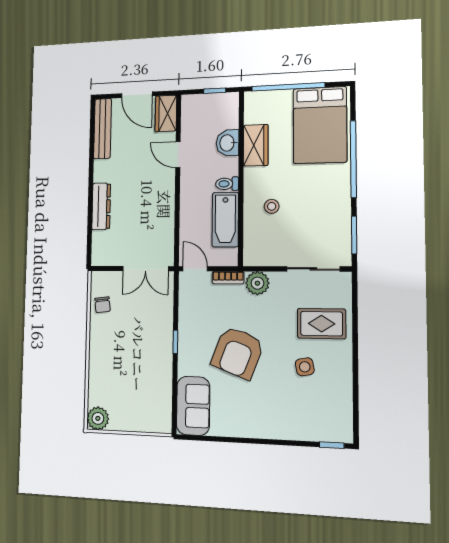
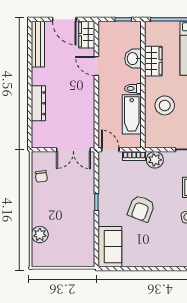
stool: (272, 206) -> (165, 105), width x1.89, depth x1.89
armchair: (238, 353) -> (141, 209), width x0.73, depth x0.73
plant: (98, 418) -> (40, 235), moved

